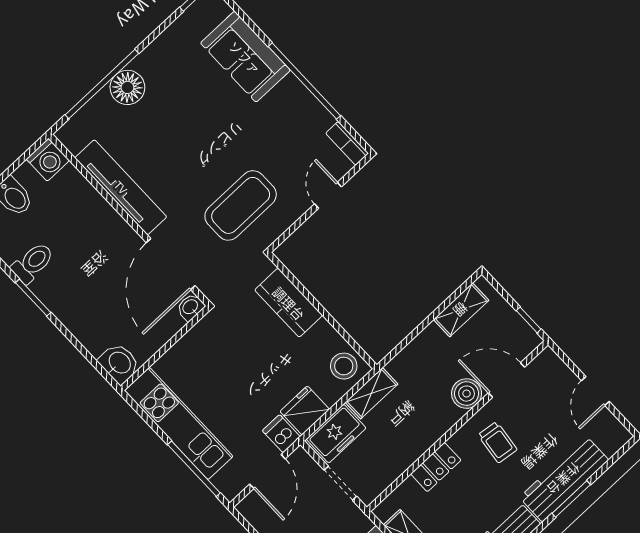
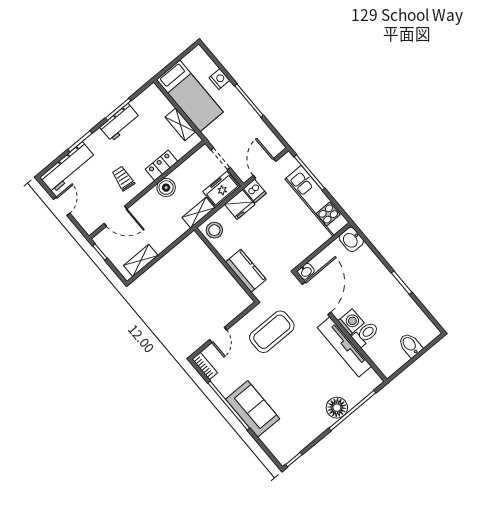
sofa: (245, 57) -> (253, 409), moved
washing machine: (48, 160) -> (351, 322), moved, turned 90
toilet: (33, 263) -> (365, 334), moved, turned 180
boiler: (467, 394) -> (166, 188), moved
workbench: (564, 479) -> (68, 167), moved

